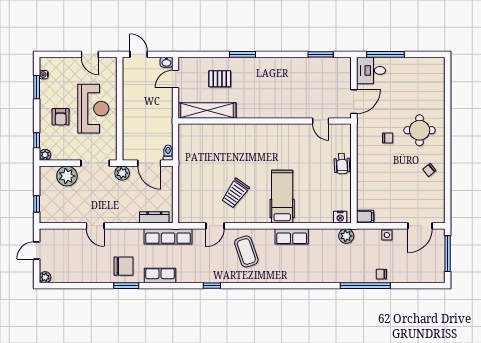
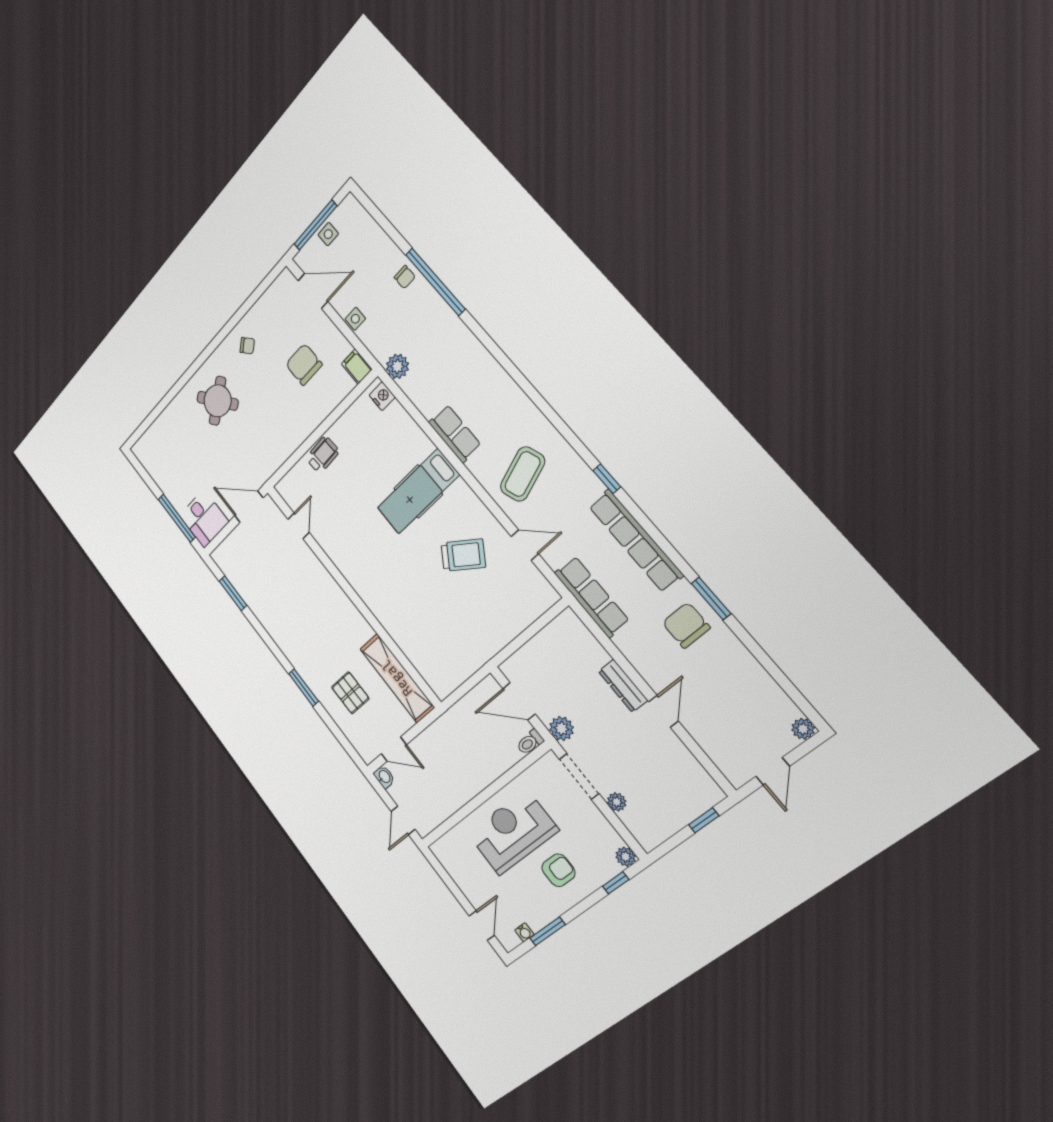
door: (90, 54) -> (482, 926), moved
round table: (420, 130) -> (218, 401), turned -36
chair: (388, 138) -> (304, 364), moved, width x1.87, depth x1.87
toilet: (168, 153) -> (530, 742), moved
door: (149, 163) -> (519, 701), swing flipped
plant: (67, 176) -> (617, 802), width x0.53, depth x0.53
dresser: (154, 217) -> (623, 686), moved
door: (37, 251) -> (773, 771), hinge flipped
side table: (437, 256) -> (328, 234), added
row of seats: (160, 276) -> (636, 540), width x2.02

